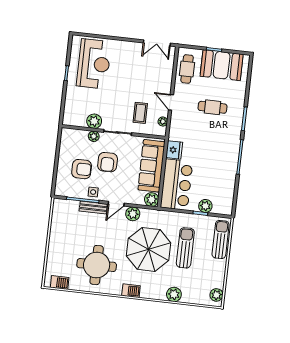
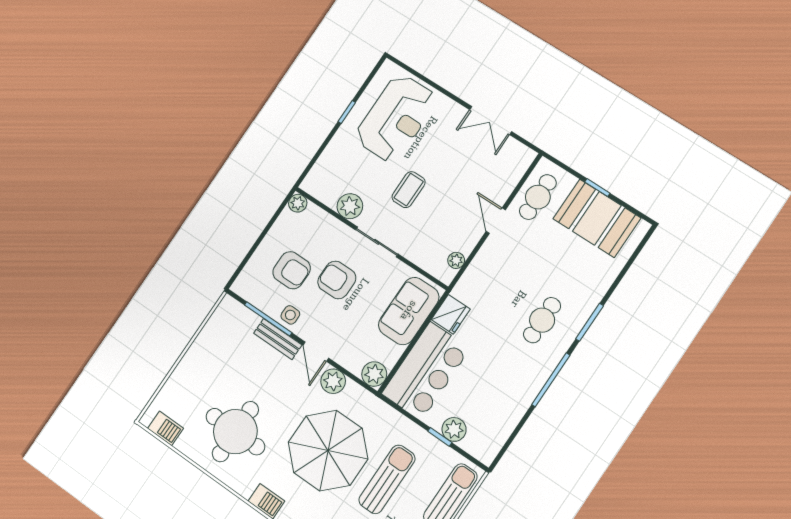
double door: (157, 43) -> (491, 121), moved
door: (171, 102) -> (496, 221), moved
cafe table: (213, 107) -> (542, 320), moved, turned 90
coffee table: (140, 113) -> (409, 190), moved
plant: (94, 136) -> (298, 203), moved
armchair: (108, 162) -> (337, 280), turned 90
sofa: (152, 166) -> (409, 311), width x0.73
door: (116, 204) -> (316, 352), hinge flipped

